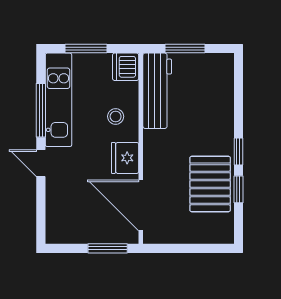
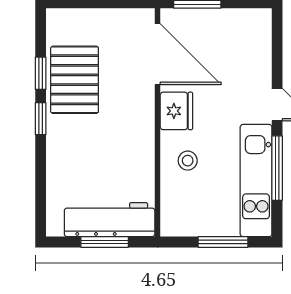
dishwasher: (126, 67) -> (176, 220), removed
workbench: (157, 91) -> (110, 220), moved, turned 90

